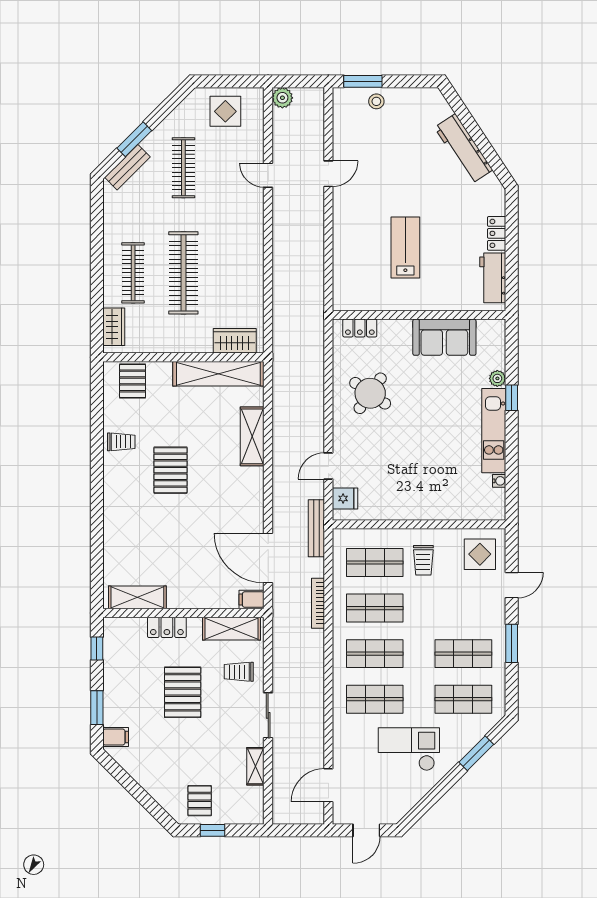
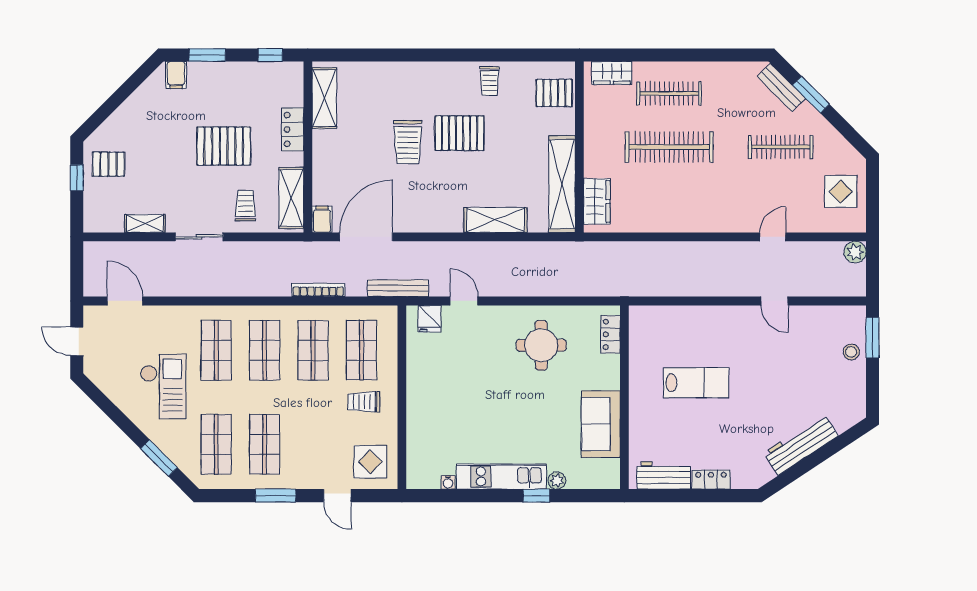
round table: (370, 393) -> (541, 345), turned -35
trolley: (179, 519) -> (408, 142), added

